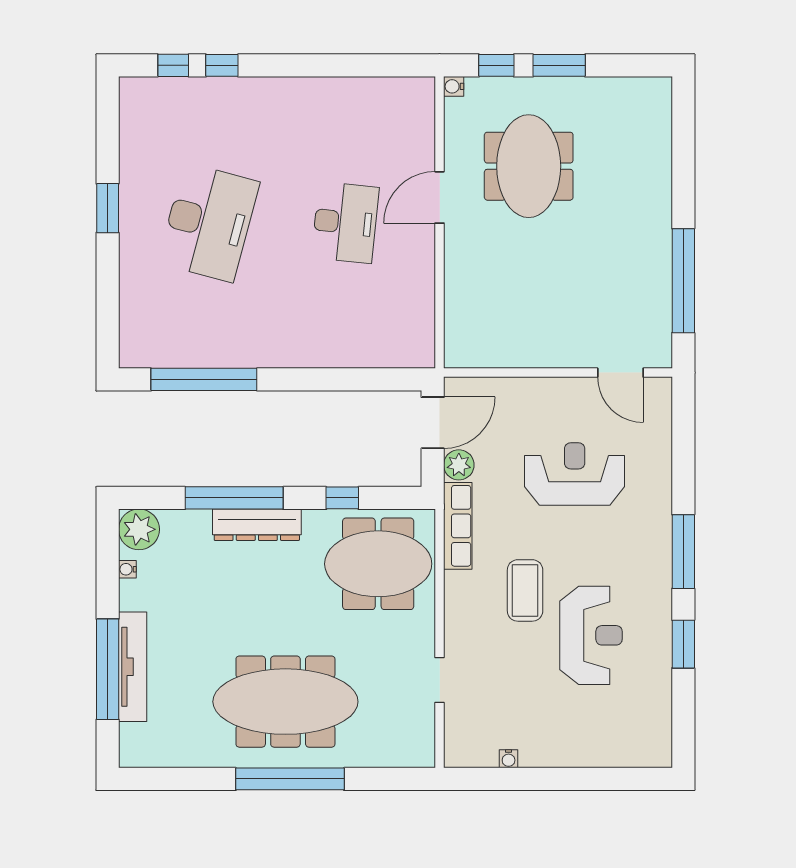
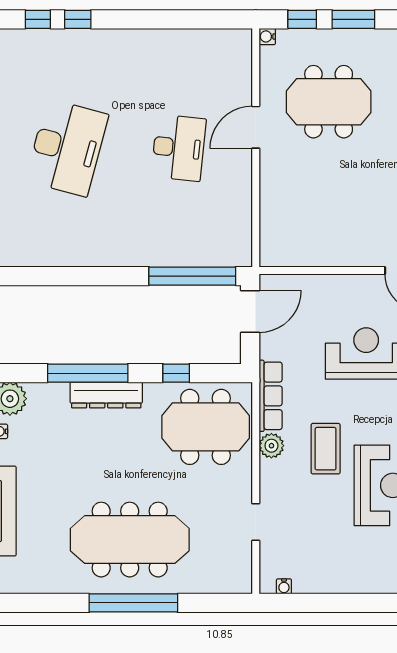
meeting table: (529, 166) -> (329, 102), turned 90
window: (204, 379) -> (192, 276), moved
plant: (459, 465) -> (271, 446), moved
water cooler: (509, 759) -> (284, 586), moved

